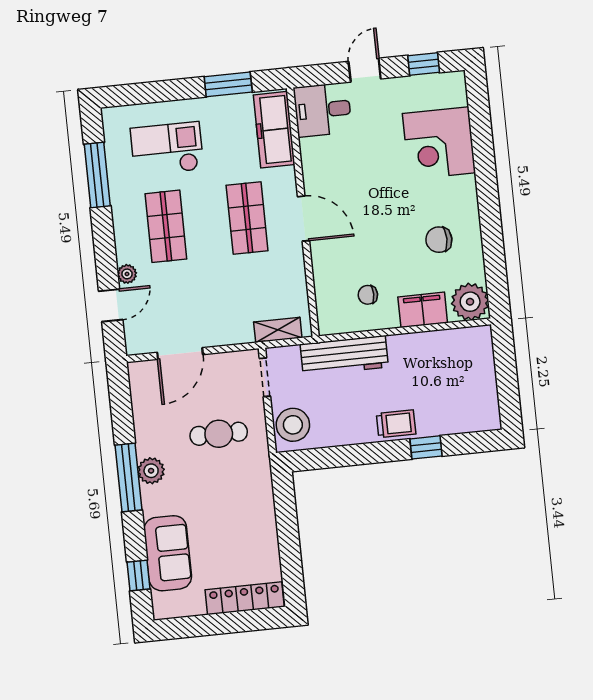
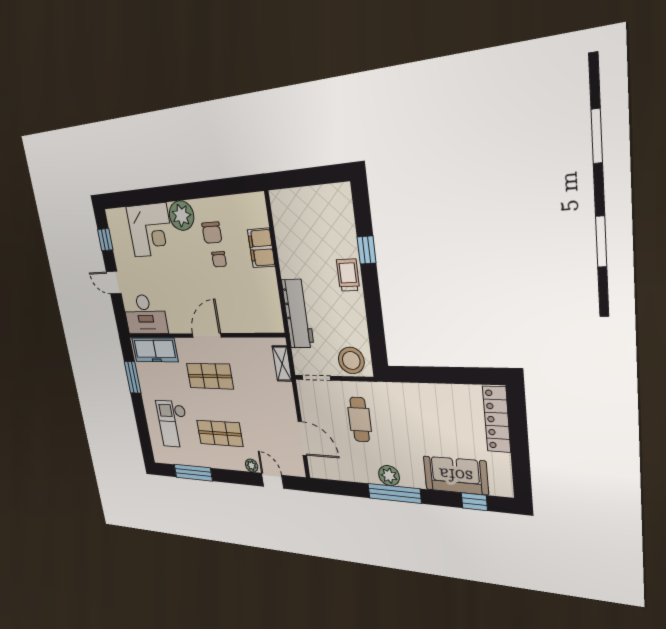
desk: (323, 110) -> (145, 314), width x1.37
chair: (368, 295) -> (219, 259), moved
plant: (470, 302) -> (181, 216), moved

